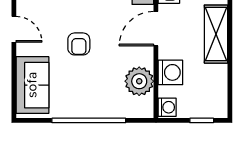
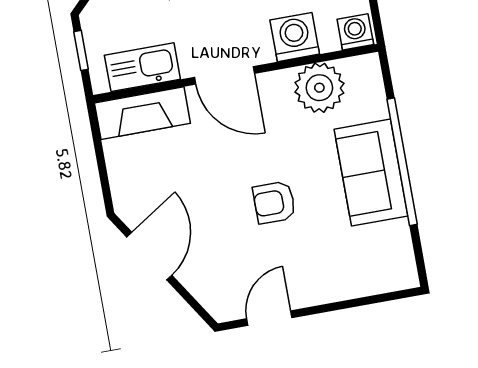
armchair: (79, 44) -> (274, 202), turned 180
sofa: (32, 85) -> (371, 173), moved, turned -90

